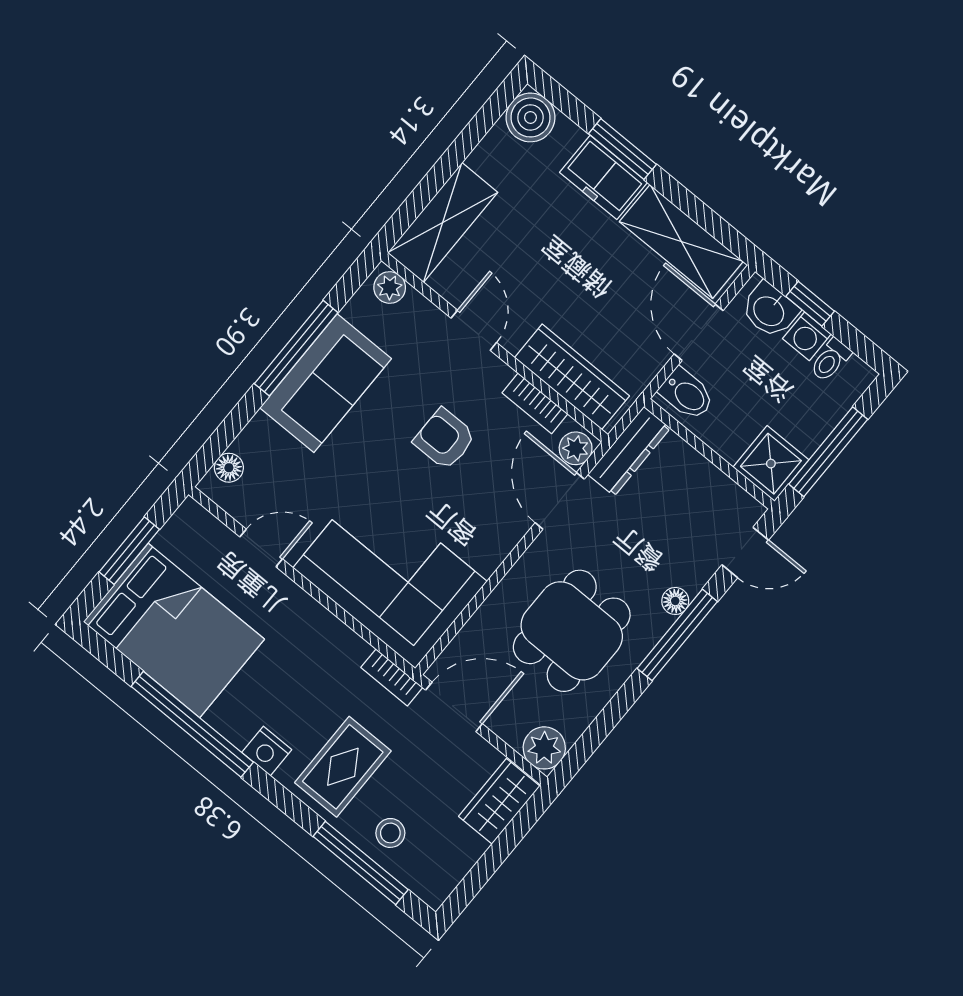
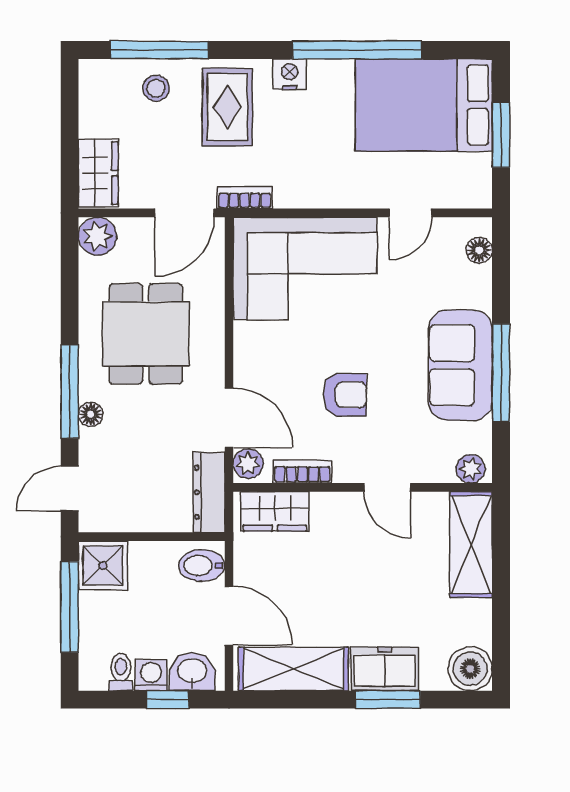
wardrobe: (572, 377) -> (275, 511), width x0.67

